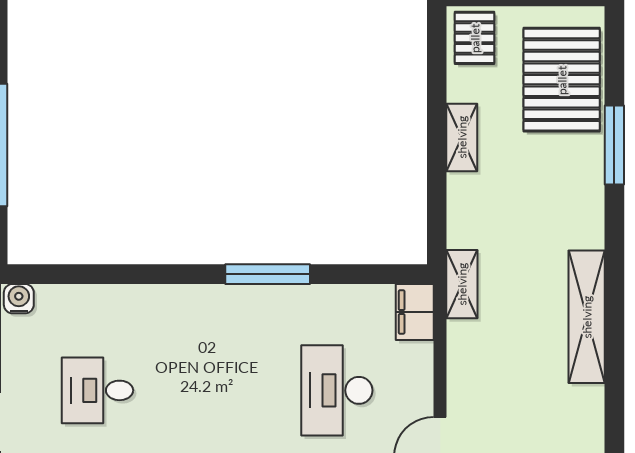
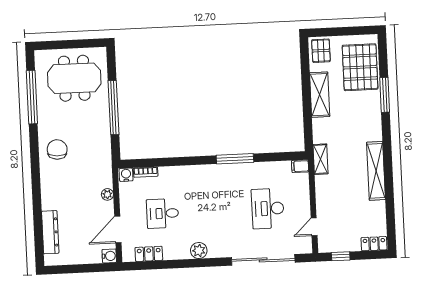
shelving: (462, 137) -> (320, 95), width x1.50, depth x1.33
bookcase: (64, 295) -> (146, 172), added
filing cabinet: (415, 312) -> (300, 166), width x0.50

